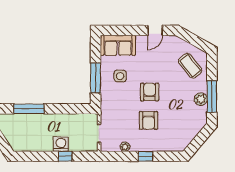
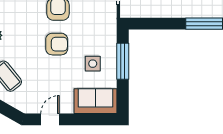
armchair: (150, 92) -> (57, 44), turned -90

